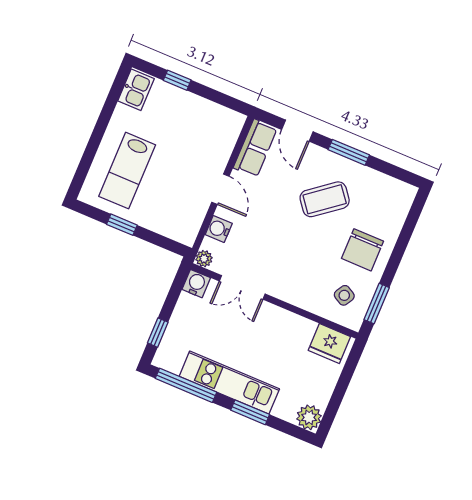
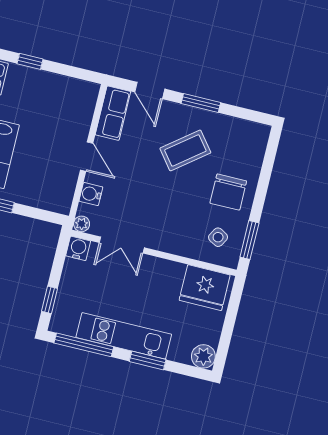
fridge: (329, 344) -> (205, 288), width x1.36, depth x1.34

